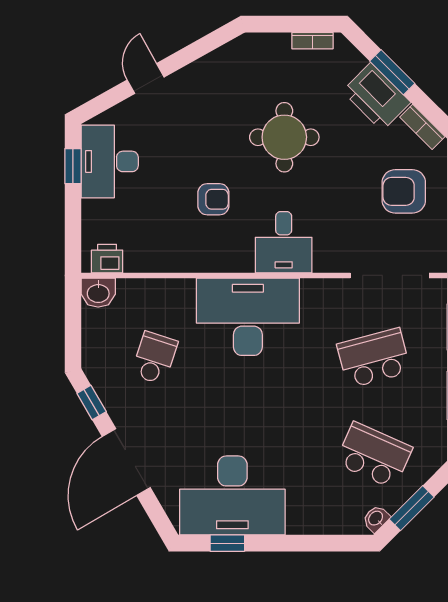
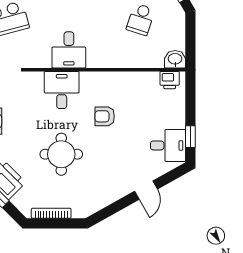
bookcase: (312, 41) -> (51, 213), width x1.56
desk: (110, 161) -> (168, 145), width x0.73
desk: (248, 317) -> (69, 50), width x0.53, depth x0.77

